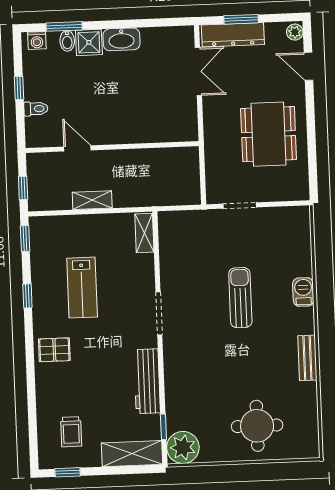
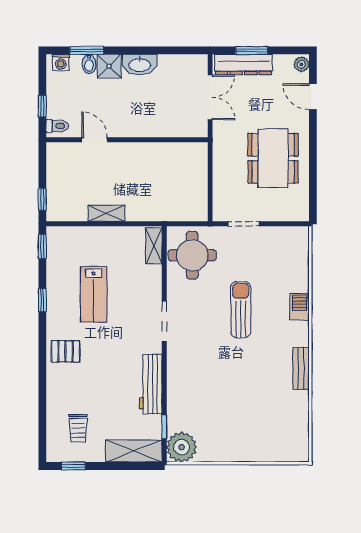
wall: (112, 147) -> (127, 140), moved
door: (77, 148) -> (94, 140), moved
round table: (257, 426) -> (192, 255), moved

